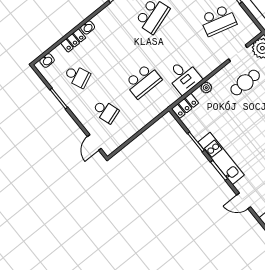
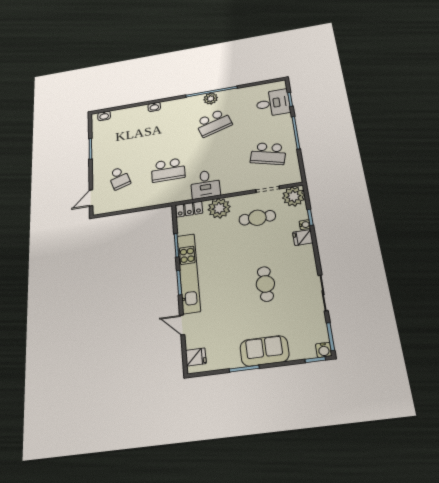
locker: (73, 40) -> (136, 111), removed
school desk: (77, 76) -> (118, 139), removed
plant: (206, 88) -> (219, 208), width x1.88, depth x1.88
kitchen unit: (221, 159) -> (189, 273), width x1.36

